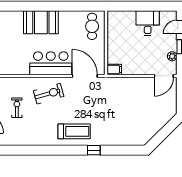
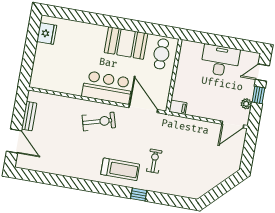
booth: (41, 22) -> (126, 43), moved
desk: (148, 23) -> (220, 61), width x1.37
exercise bike: (17, 108) -> (154, 161), moved

